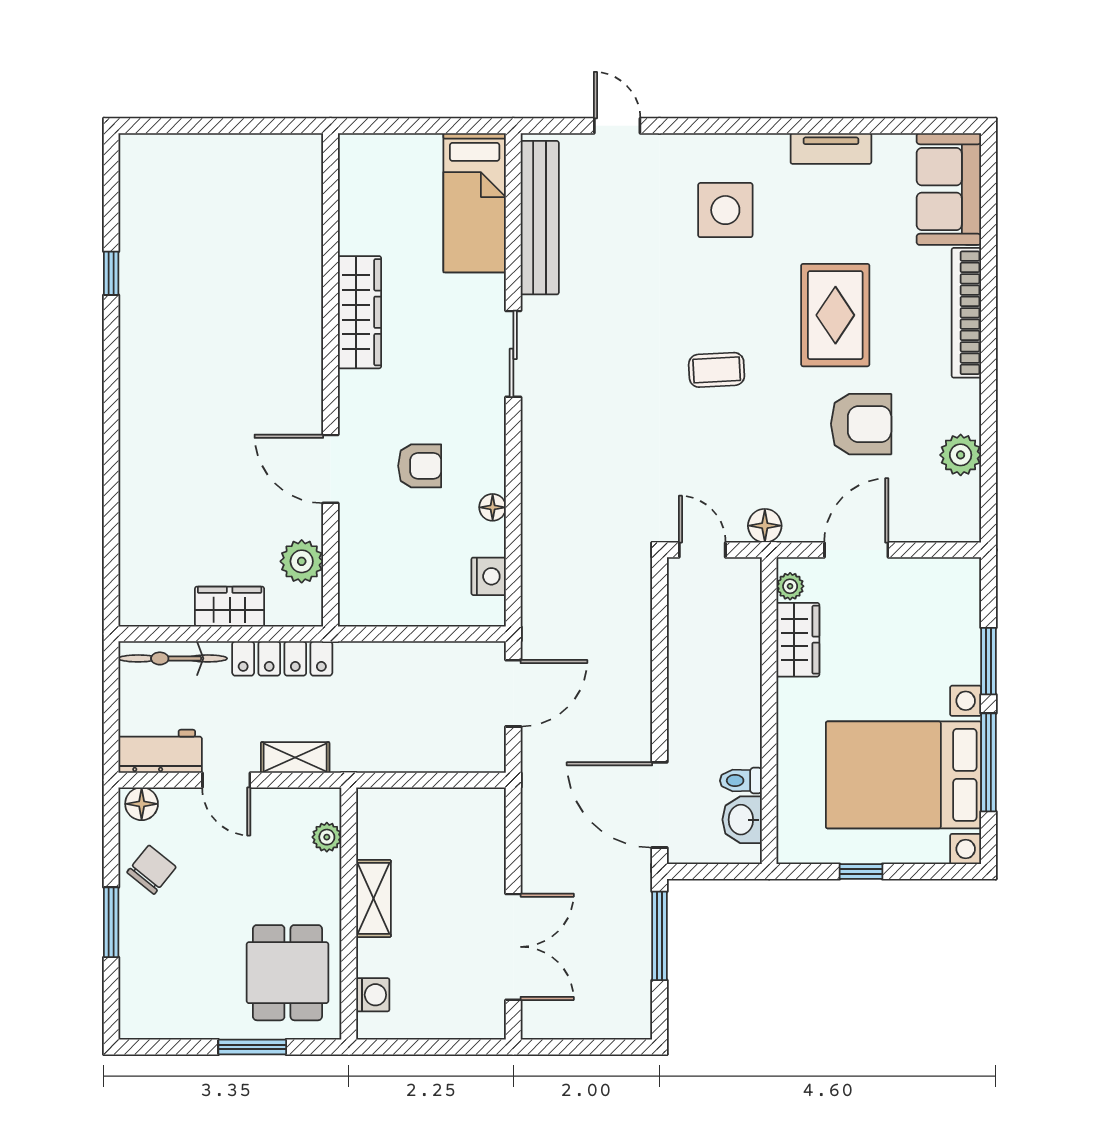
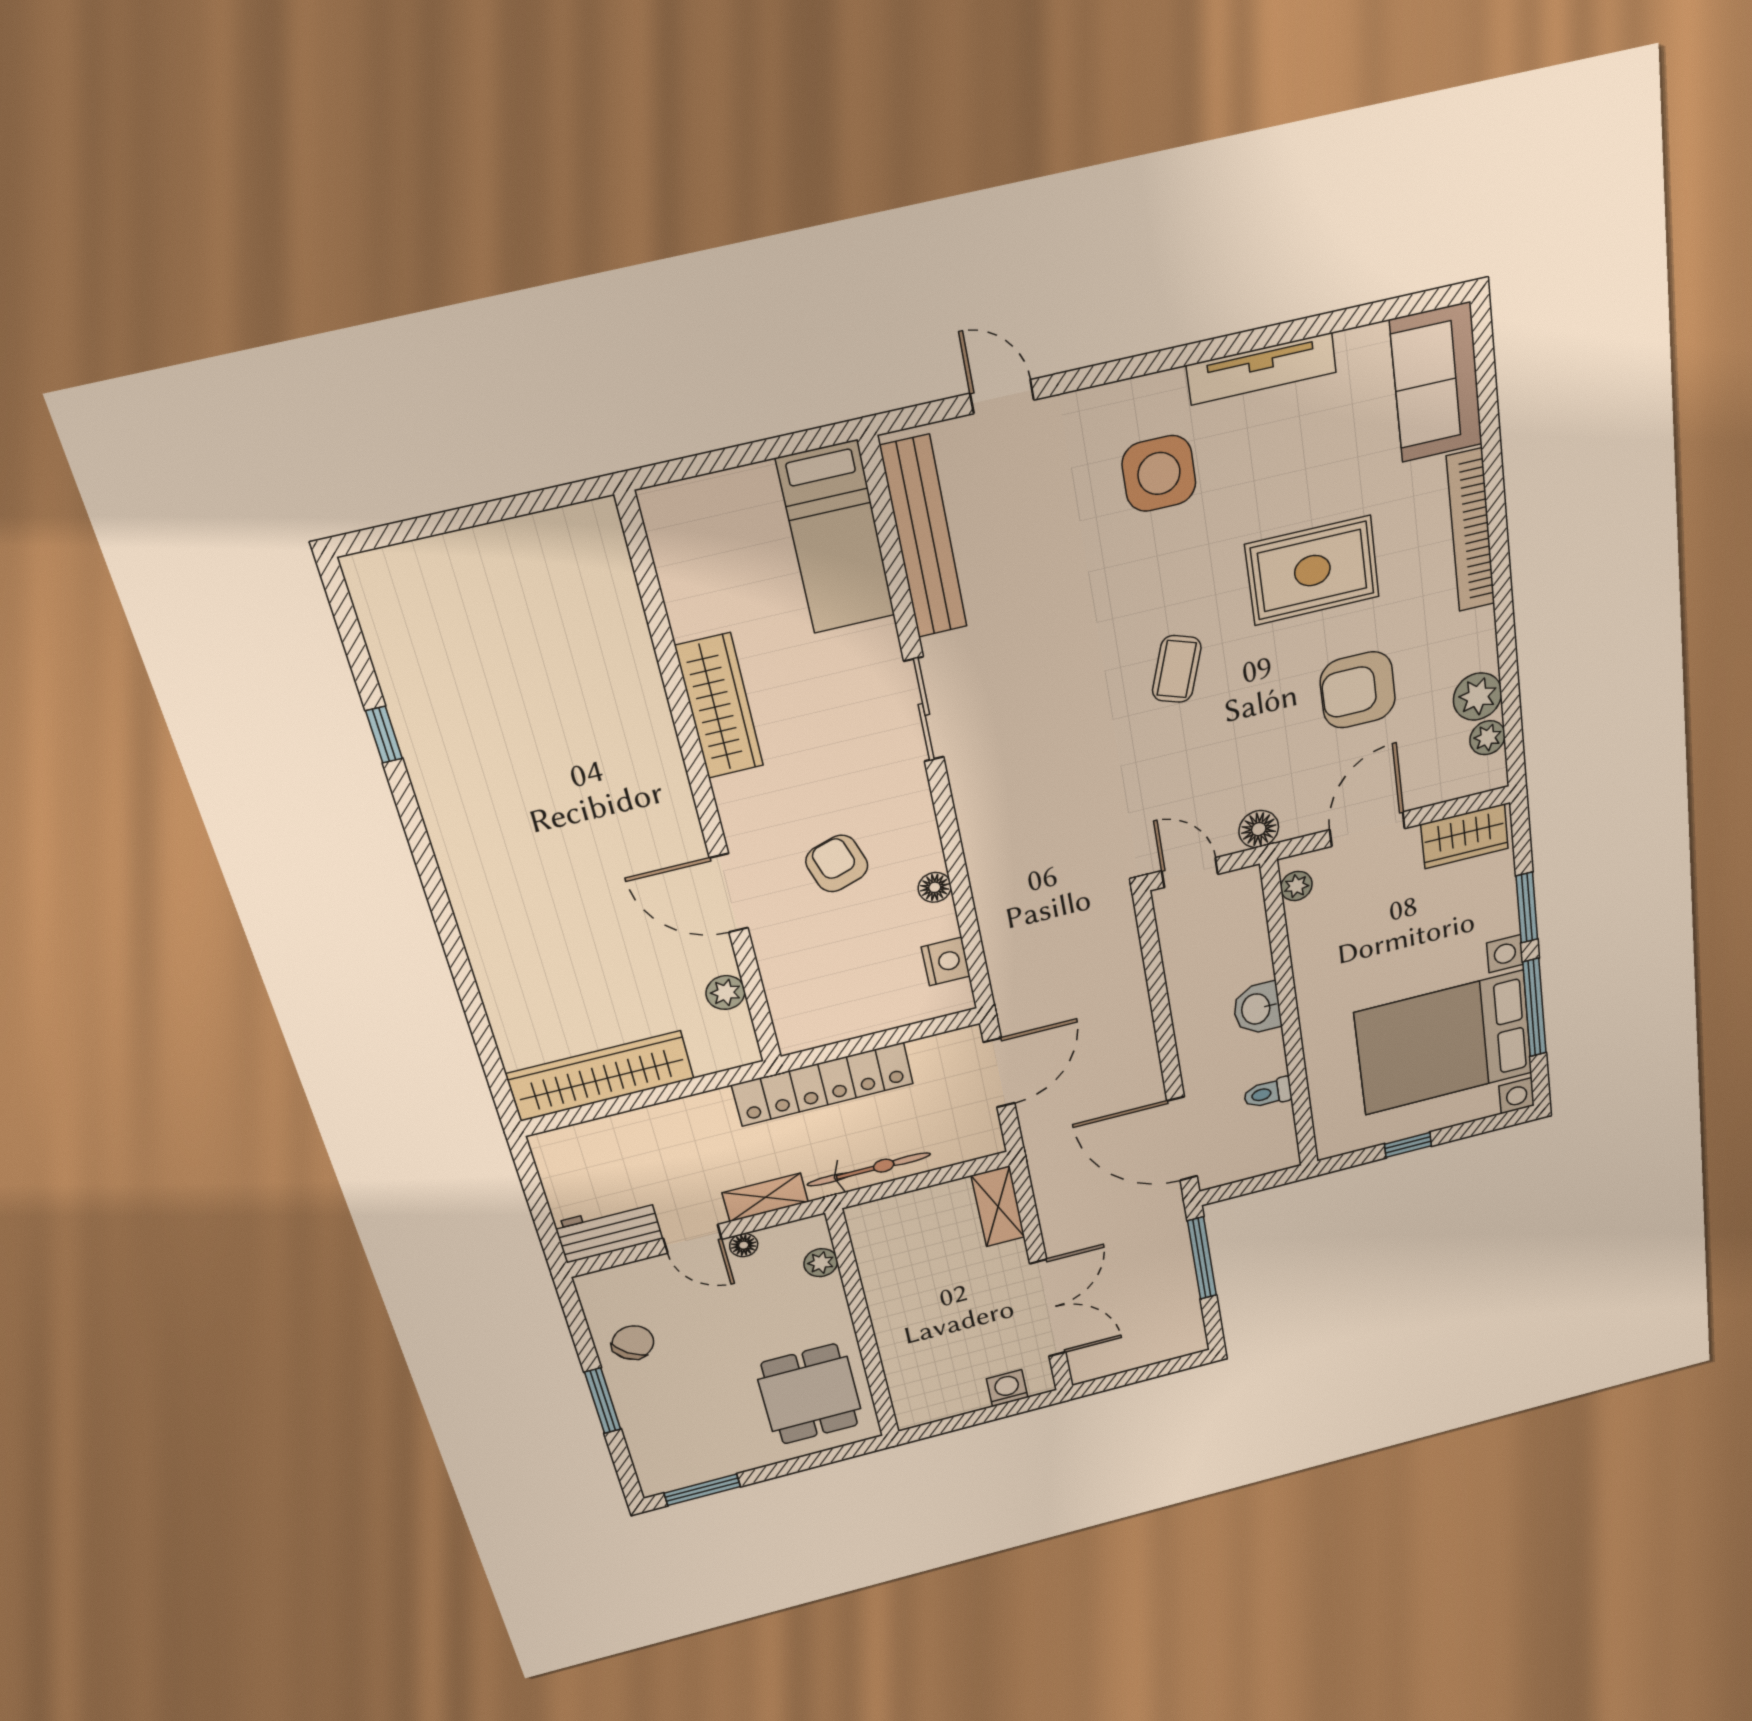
tv unit: (831, 149) -> (1261, 369), width x1.41
rug: (835, 315) -> (1312, 571), turned 90
coffee table: (717, 370) -> (1177, 669), turned -68
armchair: (861, 424) -> (1358, 690), turned 180
armchair: (420, 466) -> (837, 864), turned -108
plant: (966, 494) -> (1487, 738), added
plant: (302, 561) -> (725, 993), width x0.73, depth x0.73
wardrobe: (230, 607) -> (600, 1076), width x2.10, depth x1.17
wardrobe: (798, 640) -> (1465, 836), moved, turned 90
bicycle: (173, 658) -> (869, 1169), moved, turned 180
locker: (282, 658) -> (823, 1084), moved, width x1.41, depth x1.21
floor lamp: (142, 804) -> (744, 1245), moved, width x0.73, depth x0.73
washbasin: (742, 820) -> (1257, 1009), moved
shelving: (373, 898) -> (998, 1206), moved
washing machine: (373, 995) -> (1007, 1388), moved, turned -90
window: (252, 1047) -> (702, 1490), moved

